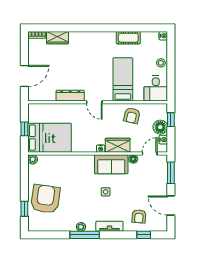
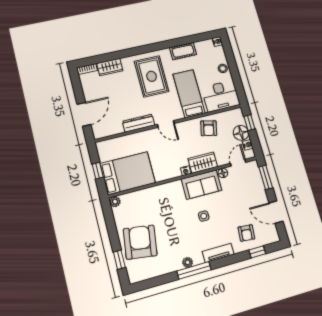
rug: (93, 55) -> (152, 76), added
desk: (156, 89) -> (221, 96), width x1.37

